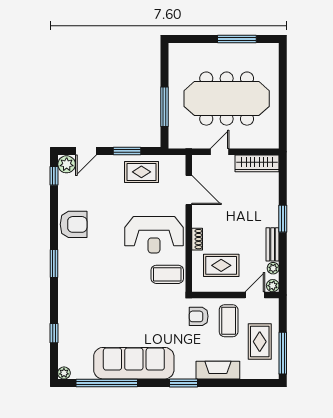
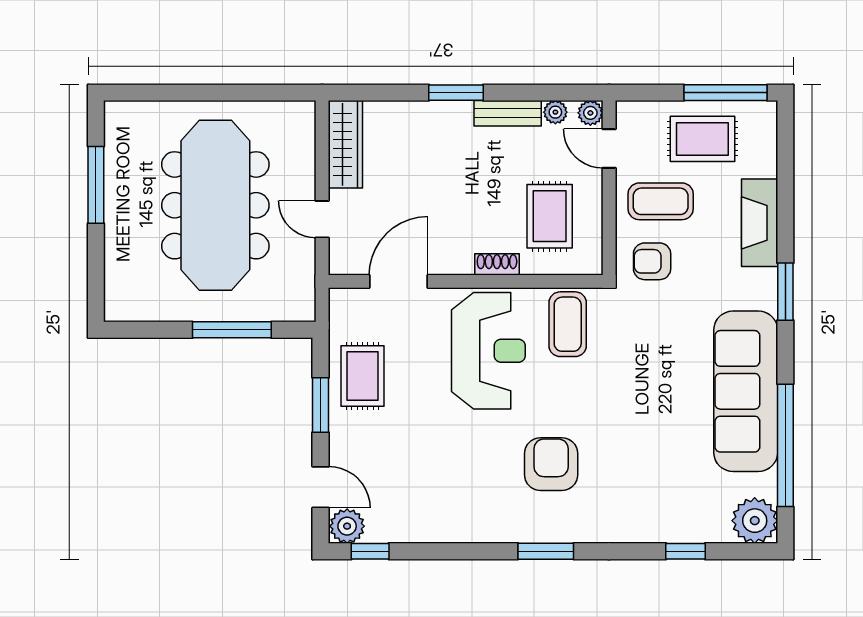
armchair: (74, 224) -> (551, 464), moved
armchair: (199, 316) -> (652, 261), turned 90
plant: (64, 373) -> (755, 521), width x1.87, depth x1.87

